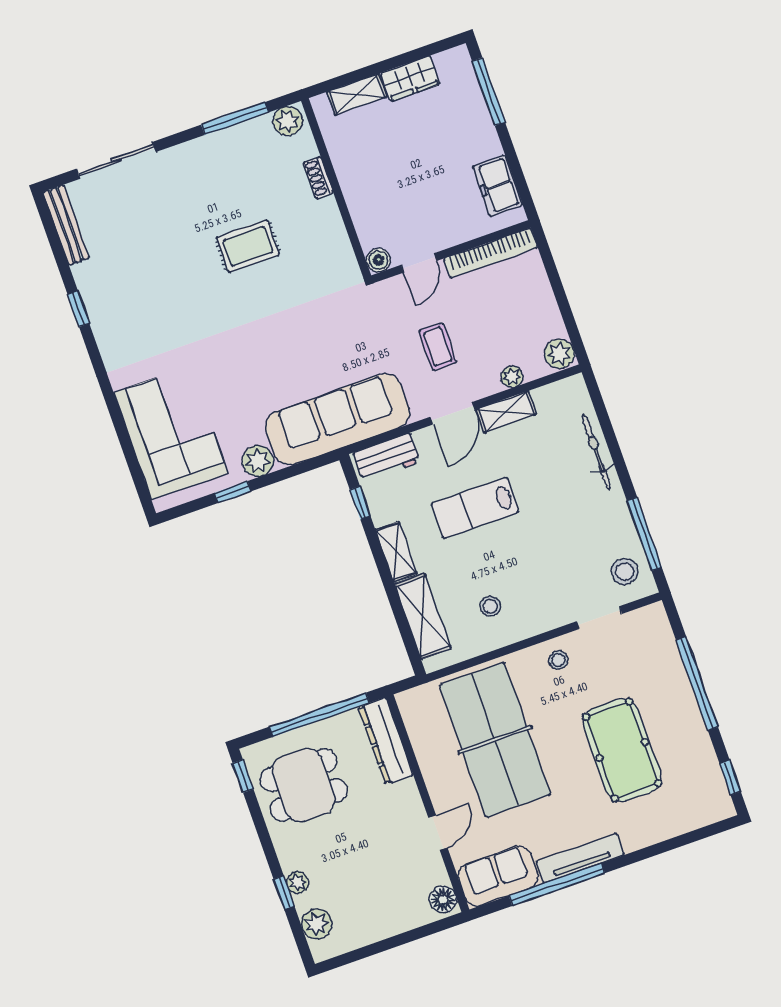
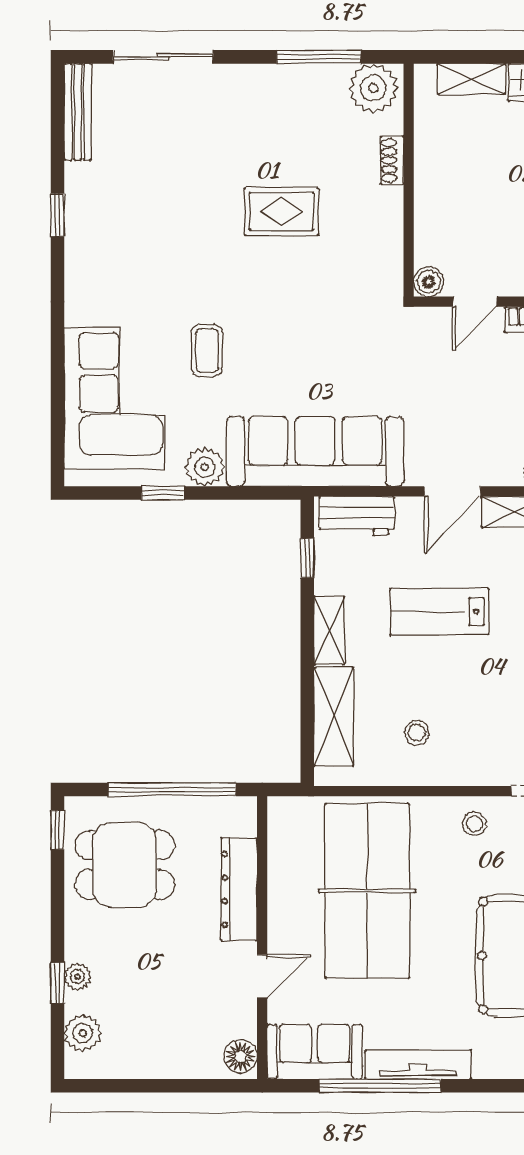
plant: (288, 121) -> (373, 88), width x1.36, depth x1.36
coffee table: (438, 347) -> (207, 350), moved
dresser: (386, 741) -> (239, 889), moved

